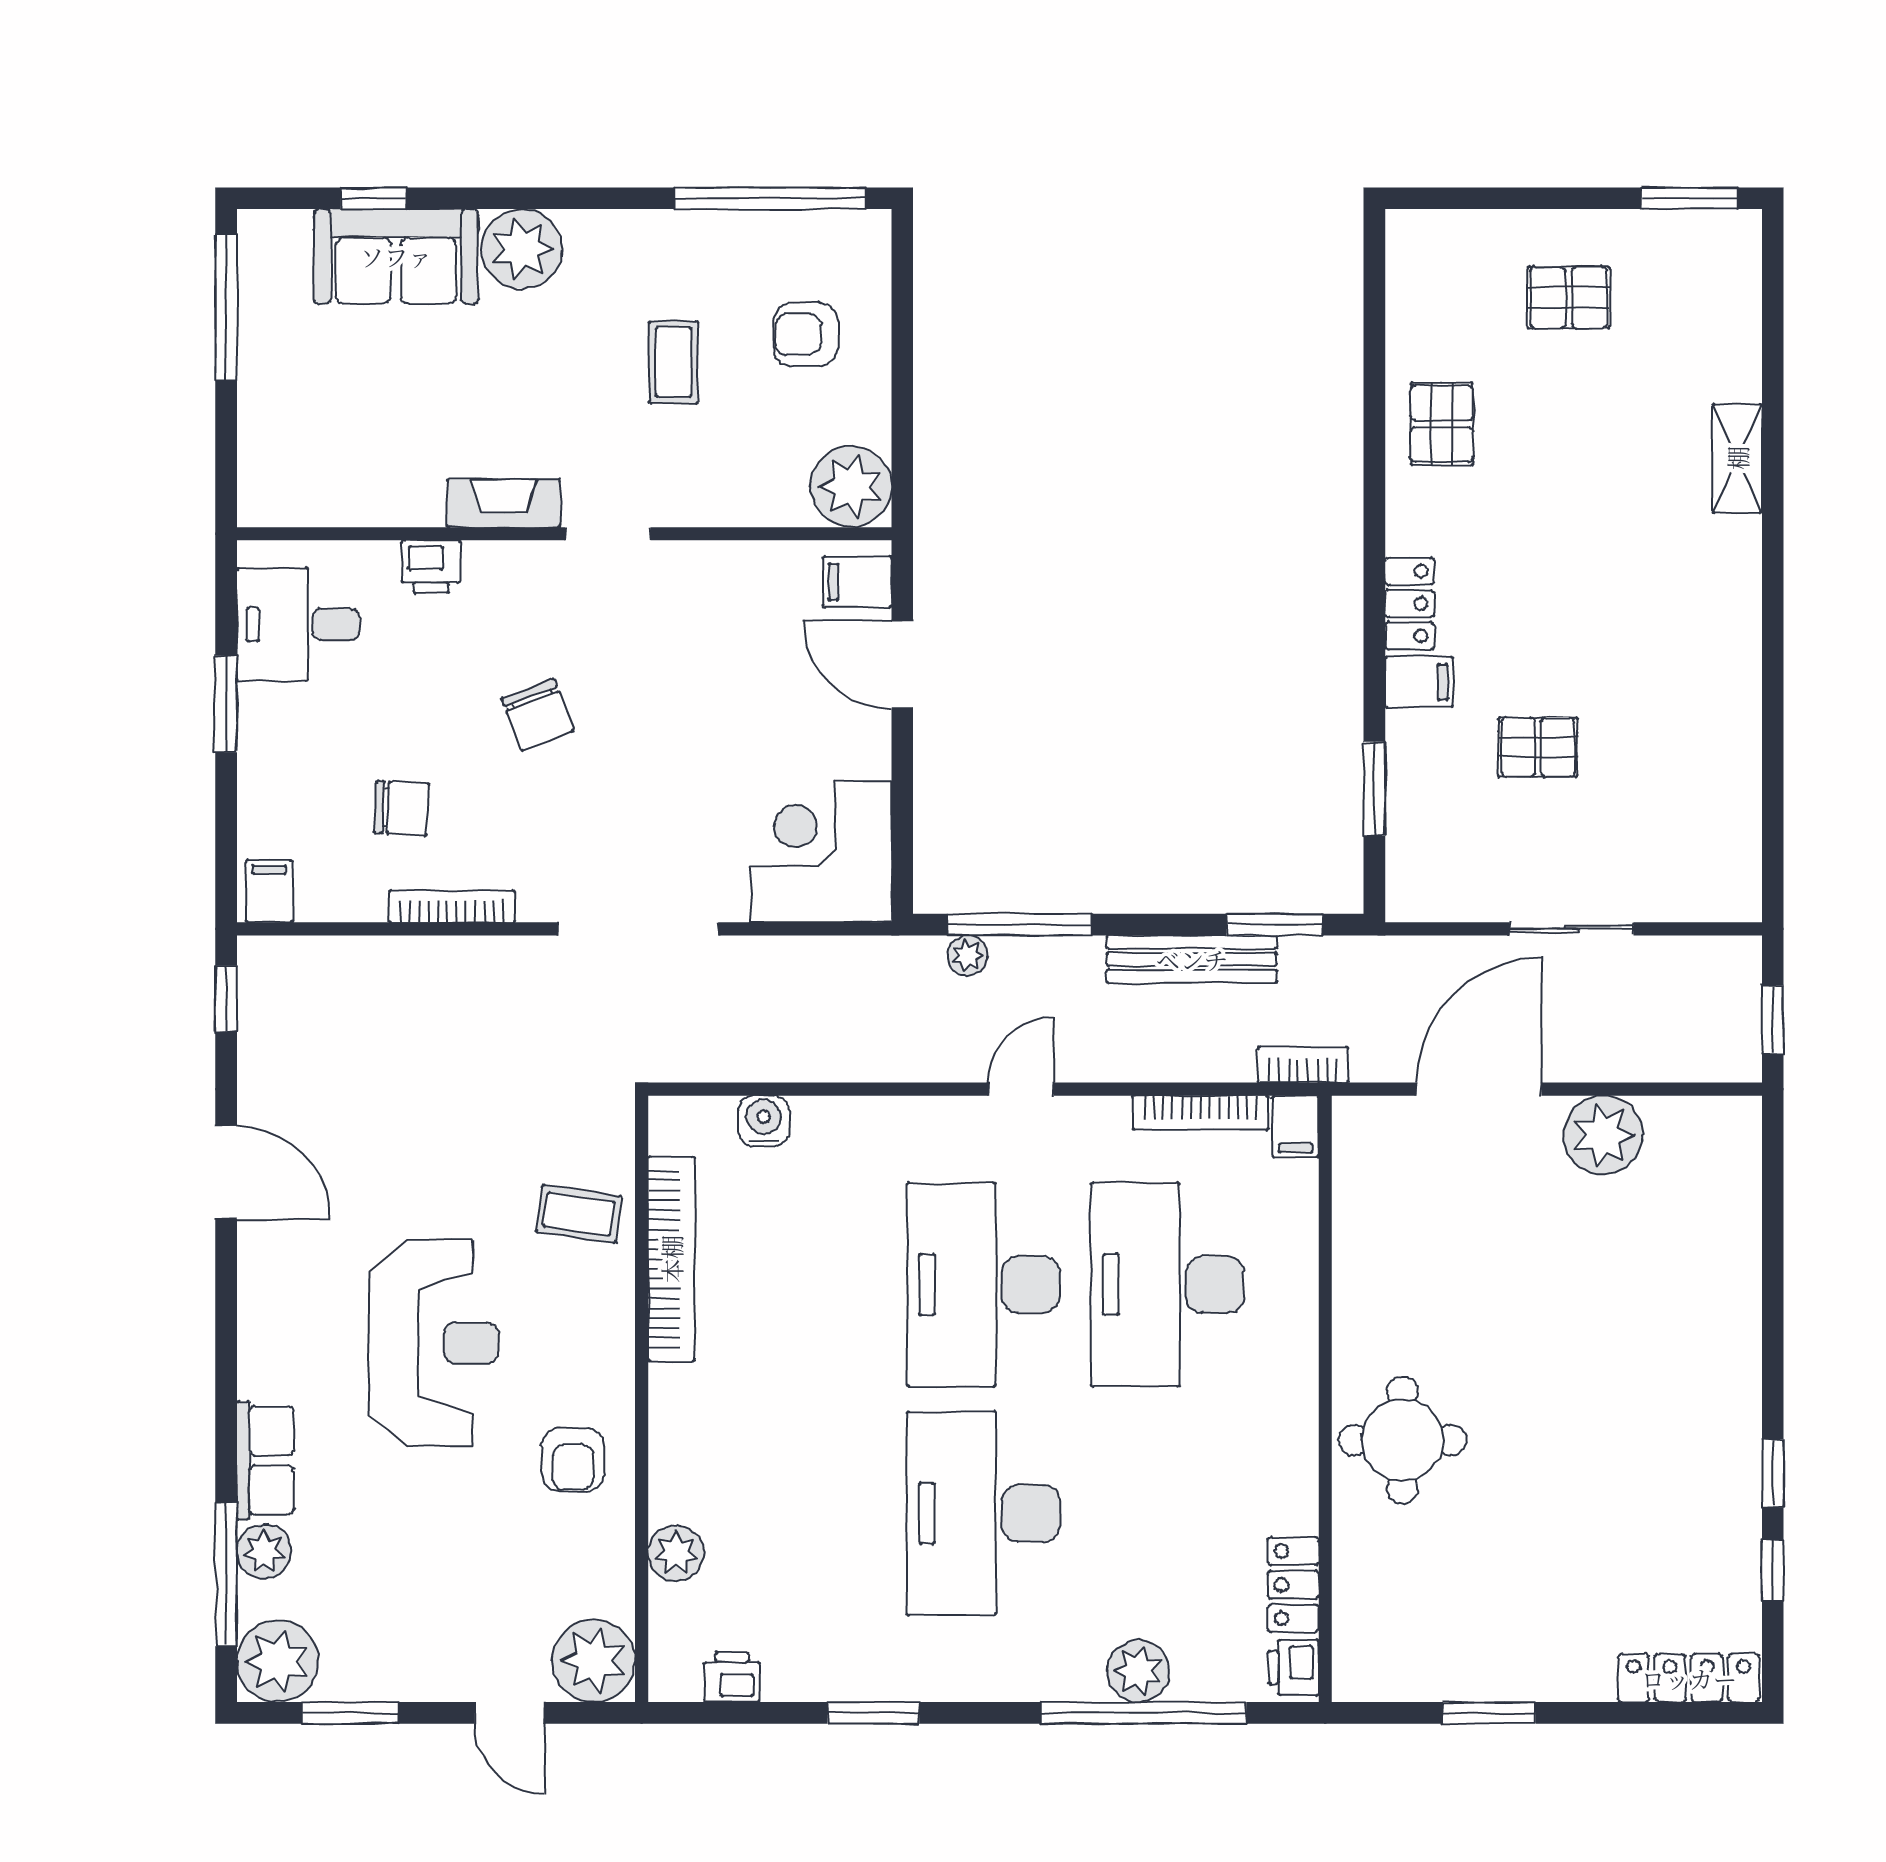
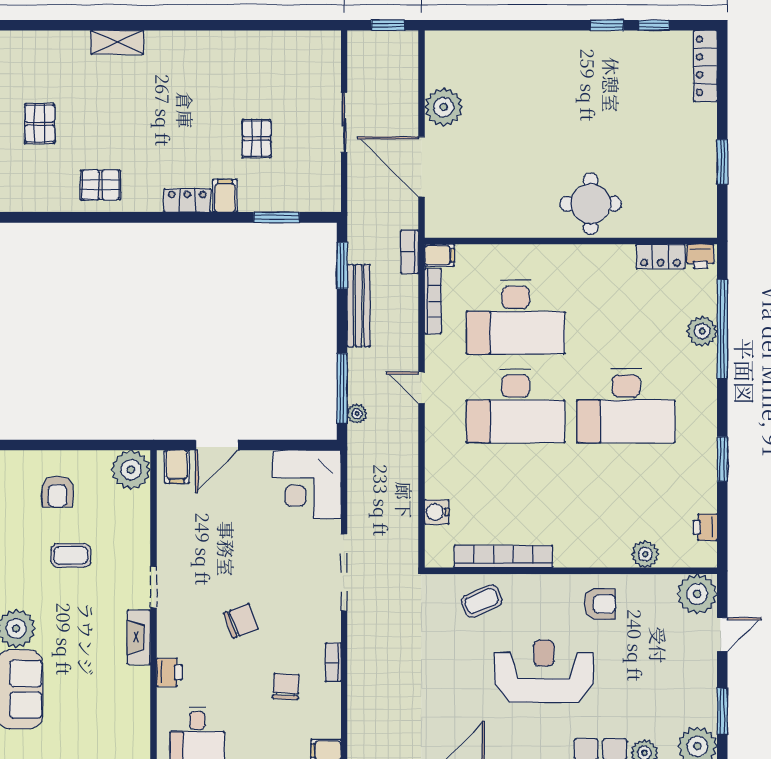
bookcase: (452, 906) -> (333, 662), width x0.64
coffee table: (579, 1214) -> (482, 601), turned 59

